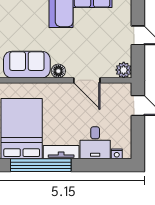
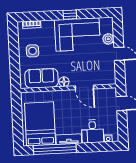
side table: (16, 25) -> (33, 51), added
plant: (124, 70) -> (108, 39), moved

